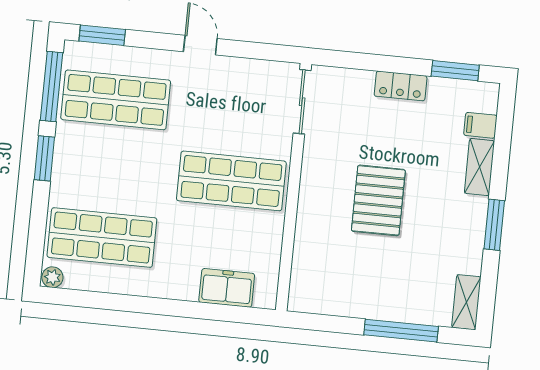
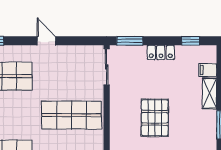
window: (348, 60) -> (130, 41), added
window: (455, 71) -> (191, 41), width x0.67

